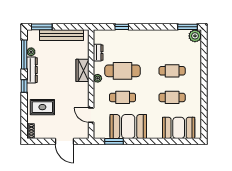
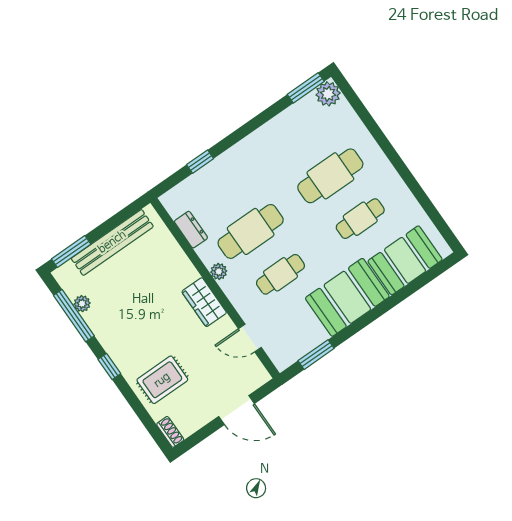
dresser: (32, 70) -> (104, 332), removed
wardrobe: (82, 70) -> (204, 302), moved
cafe table: (172, 71) -> (330, 176), width x1.37, depth x1.35
booth: (128, 127) -> (347, 297), moved

